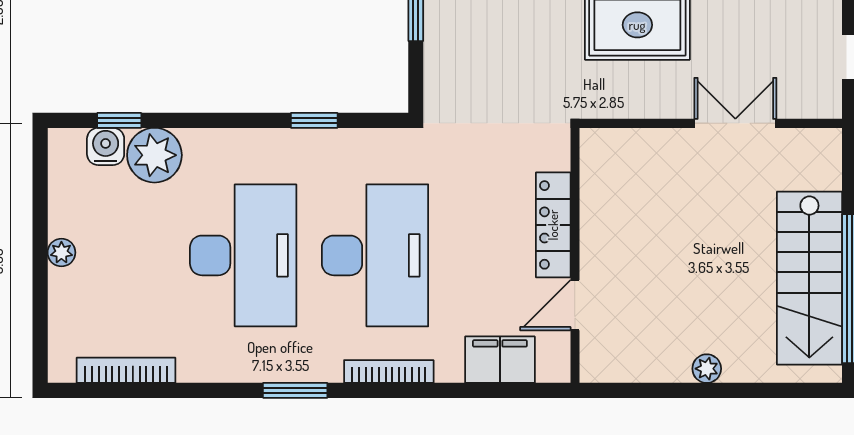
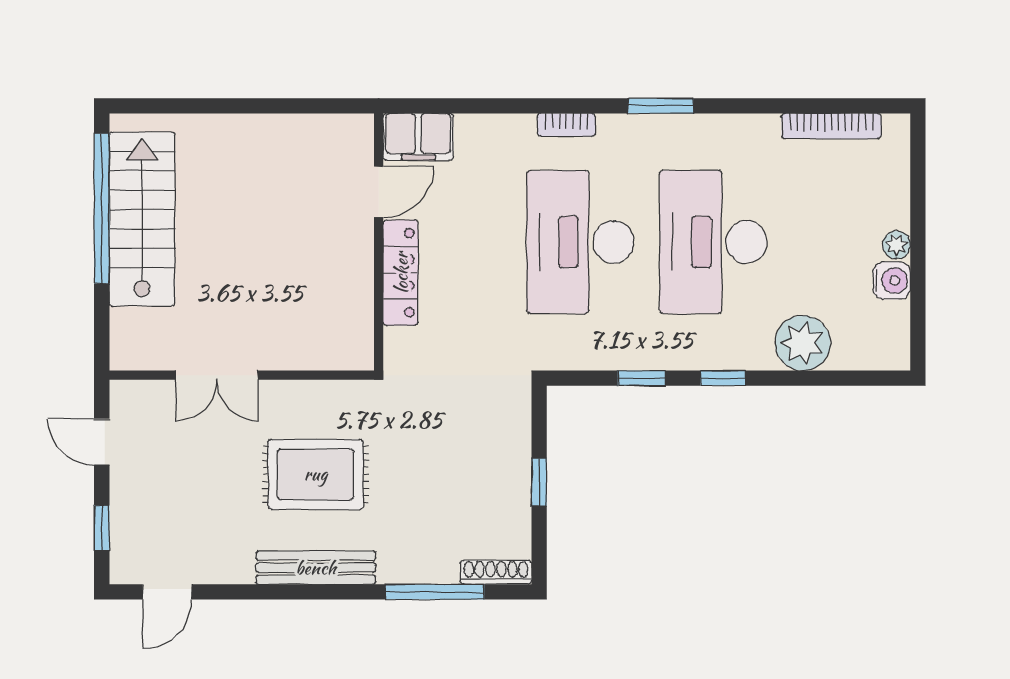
window: (119, 120) -> (723, 378), moved
water cooler: (106, 146) -> (892, 281), moved, turned -90
filing cabinet: (500, 360) -> (418, 137), moved
plant: (707, 369) -> (246, 128), removed
bookcase: (389, 372) -> (566, 125), width x0.64

